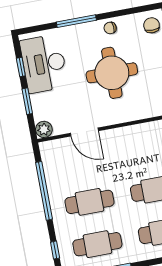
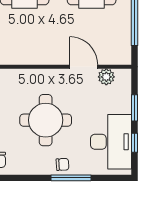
chair: (110, 28) -> (62, 164), moved
plant: (44, 129) -> (106, 77), moved

